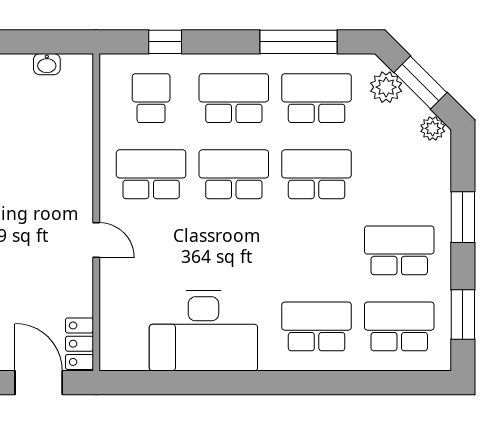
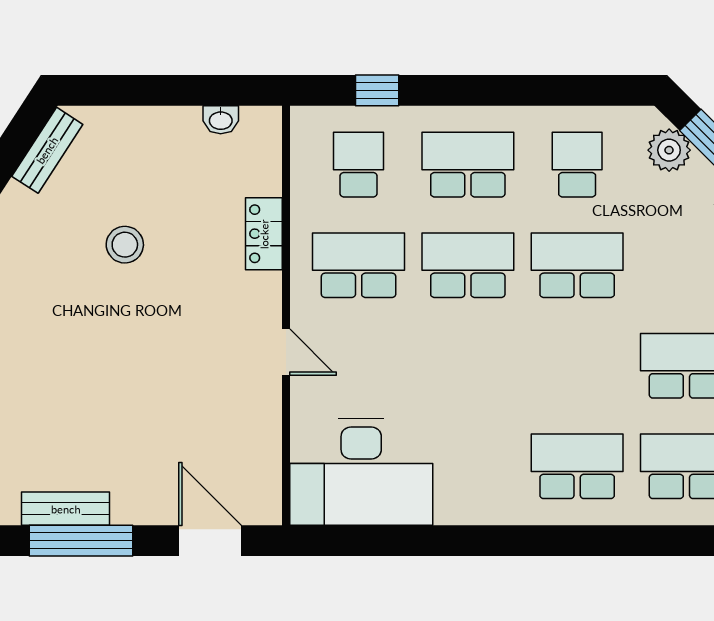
window: (299, 42) -> (553, 90), removed
school desk: (317, 98) -> (577, 165), width x0.54
desk: (203, 331) -> (361, 472), moved
locker: (79, 344) -> (264, 234), moved

